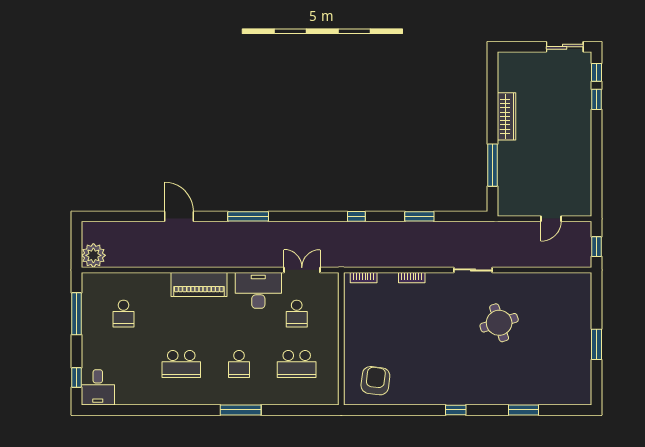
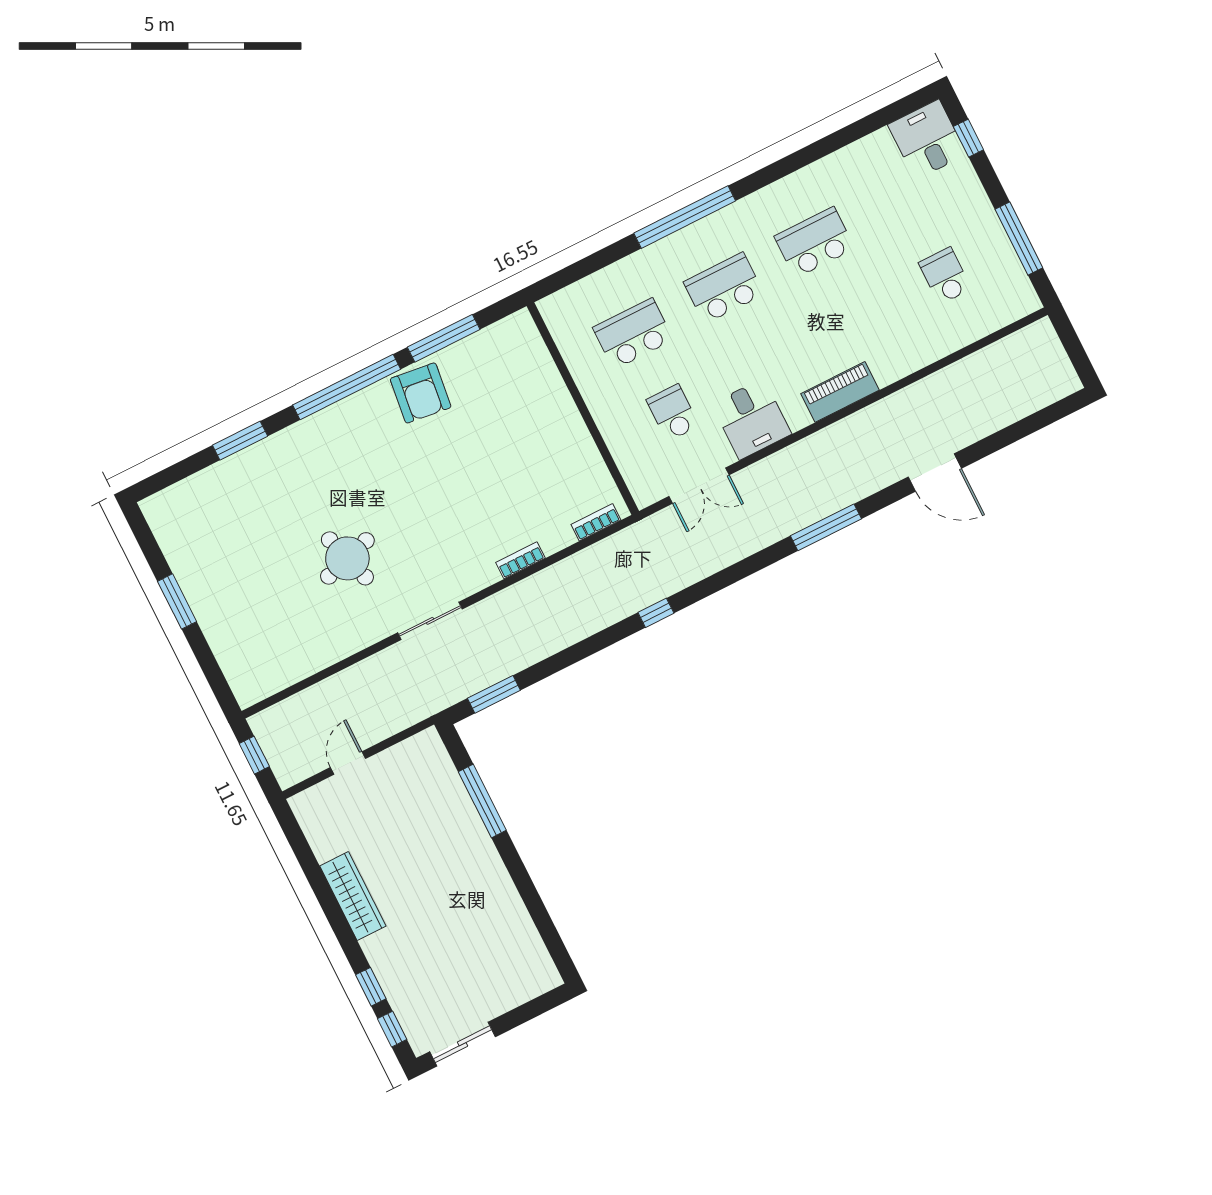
wardrobe: (507, 116) -> (353, 896), moved, turned 180
window: (419, 216) -> (494, 694), moved
plant: (93, 255) -> (1038, 344), removed
piano: (199, 284) -> (840, 392), width x0.73, depth x0.75
desk: (258, 290) -> (751, 419), width x0.73
school desk: (239, 364) -> (724, 288), width x1.85
armchair: (375, 381) -> (421, 393), moved
window: (241, 410) -> (685, 217), width x1.46
window: (394, 410) -> (444, 338), added
window: (456, 410) -> (347, 387), width x3.17

